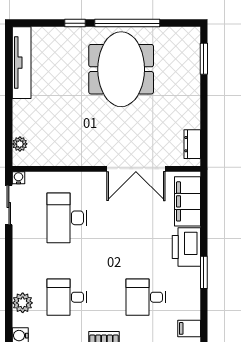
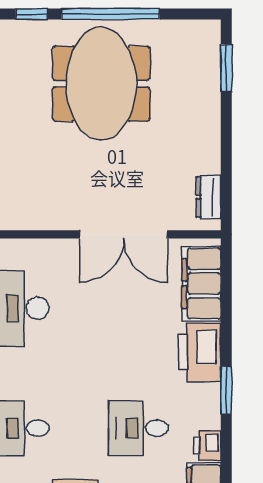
printer: (191, 309) -> (207, 446), added

